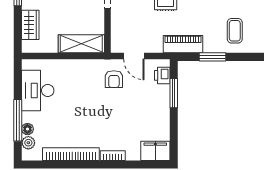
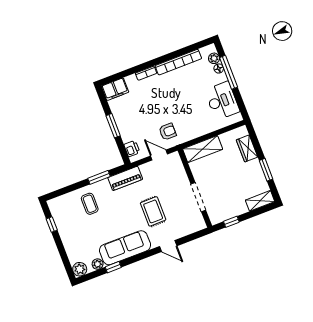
armchair: (114, 79) -> (168, 132), turned 90
window: (174, 93) -> (113, 126), moved

